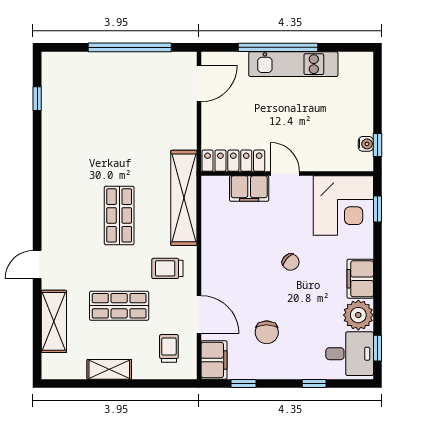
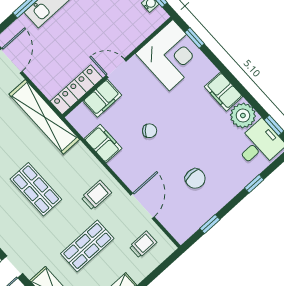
shelving: (184, 198) -> (44, 117), moved
chair: (291, 262) -> (150, 131), moved
trolley: (167, 268) -> (96, 195), turned 180
door: (199, 314) -> (142, 206), hinge flipped
trolley: (169, 348) -> (143, 244), turned 90
filing cabinet: (214, 360) -> (103, 144), moved

